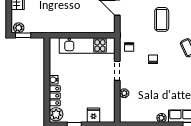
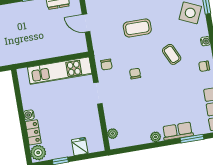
coffee table: (162, 19) -> (137, 28), turned 90
plant: (124, 93) -> (113, 134), moved

